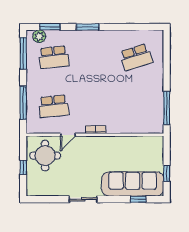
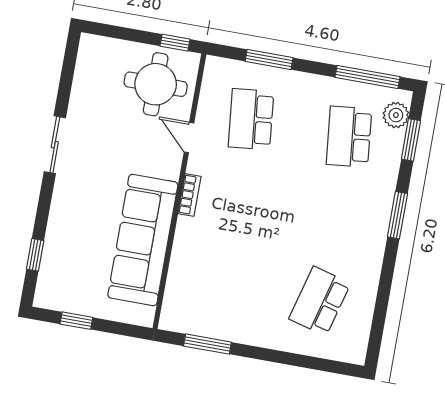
school desk: (136, 57) -> (320, 301), turned 33
window: (23, 103) -> (269, 59), width x0.69
window: (167, 108) -> (207, 344), width x0.69
window: (23, 167) -> (175, 43), moved
sofa: (133, 184) -> (143, 240), moved, turned 180

